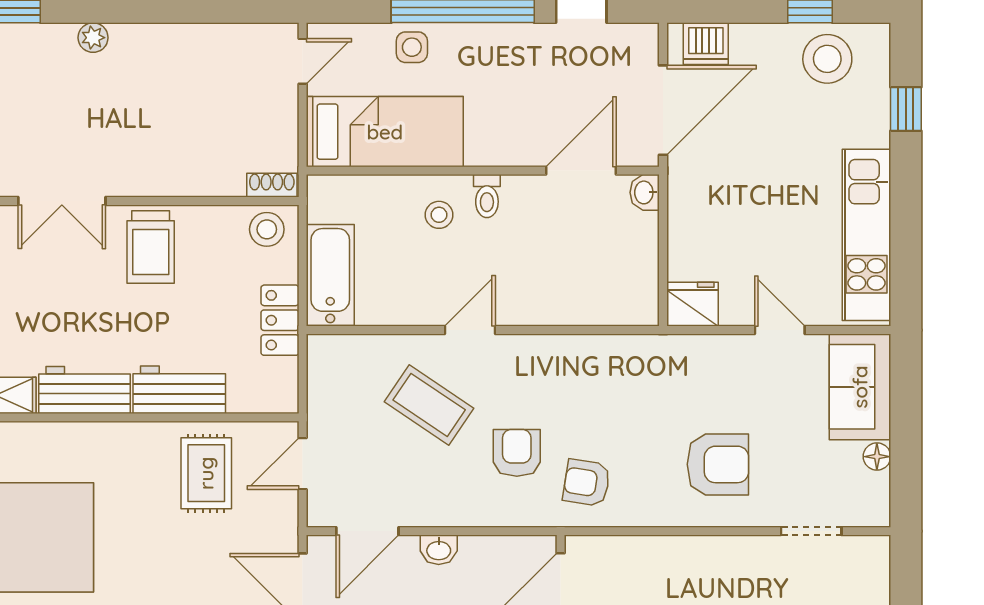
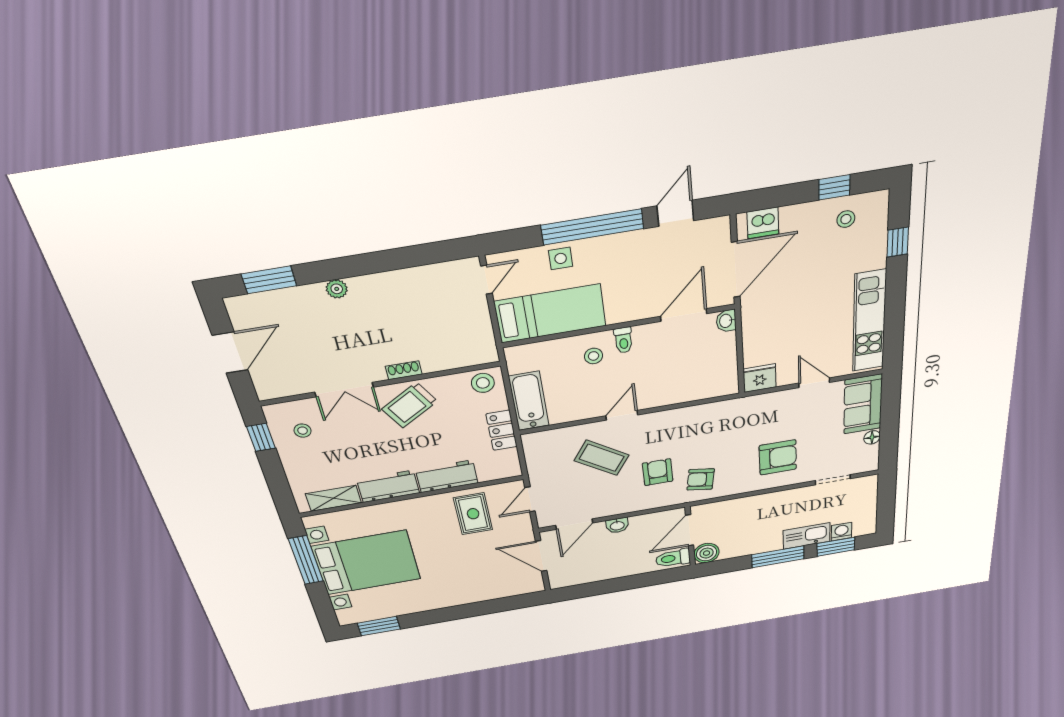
stool: (827, 59) -> (846, 219), width x0.53, depth x0.53
shoe rack: (272, 185) -> (404, 370), moved
trolley: (151, 247) -> (410, 405), turned 59

